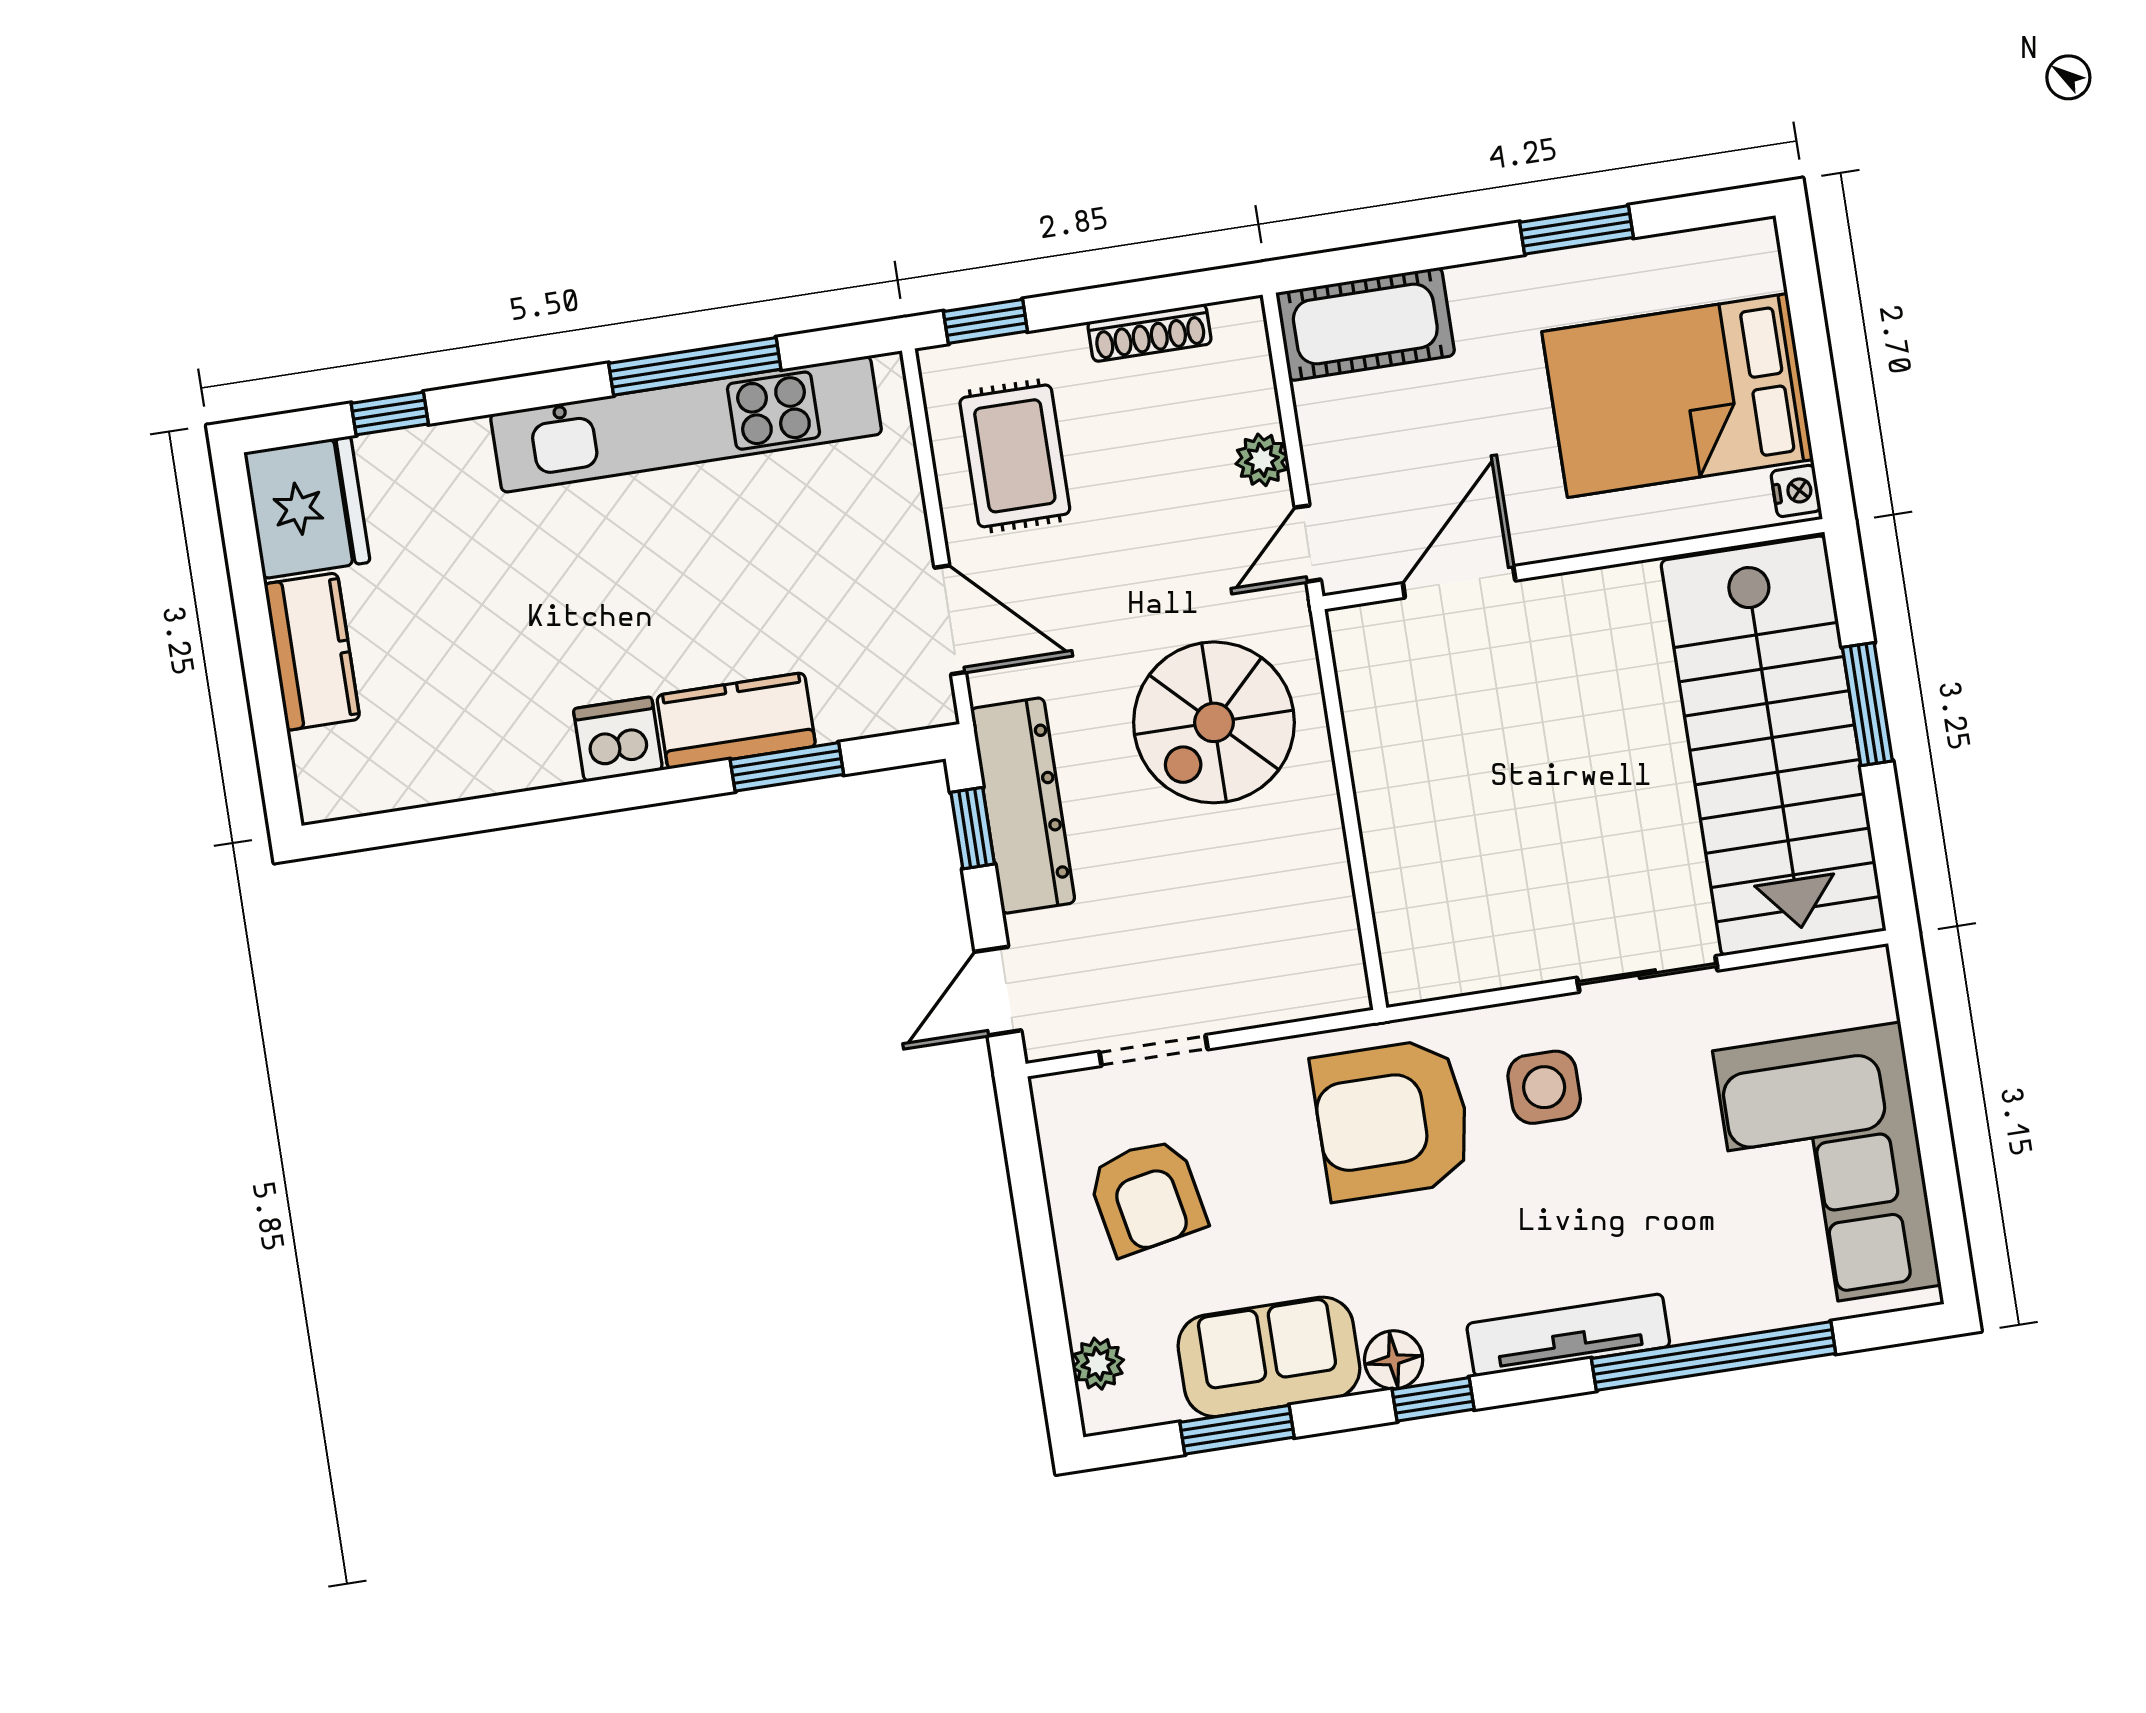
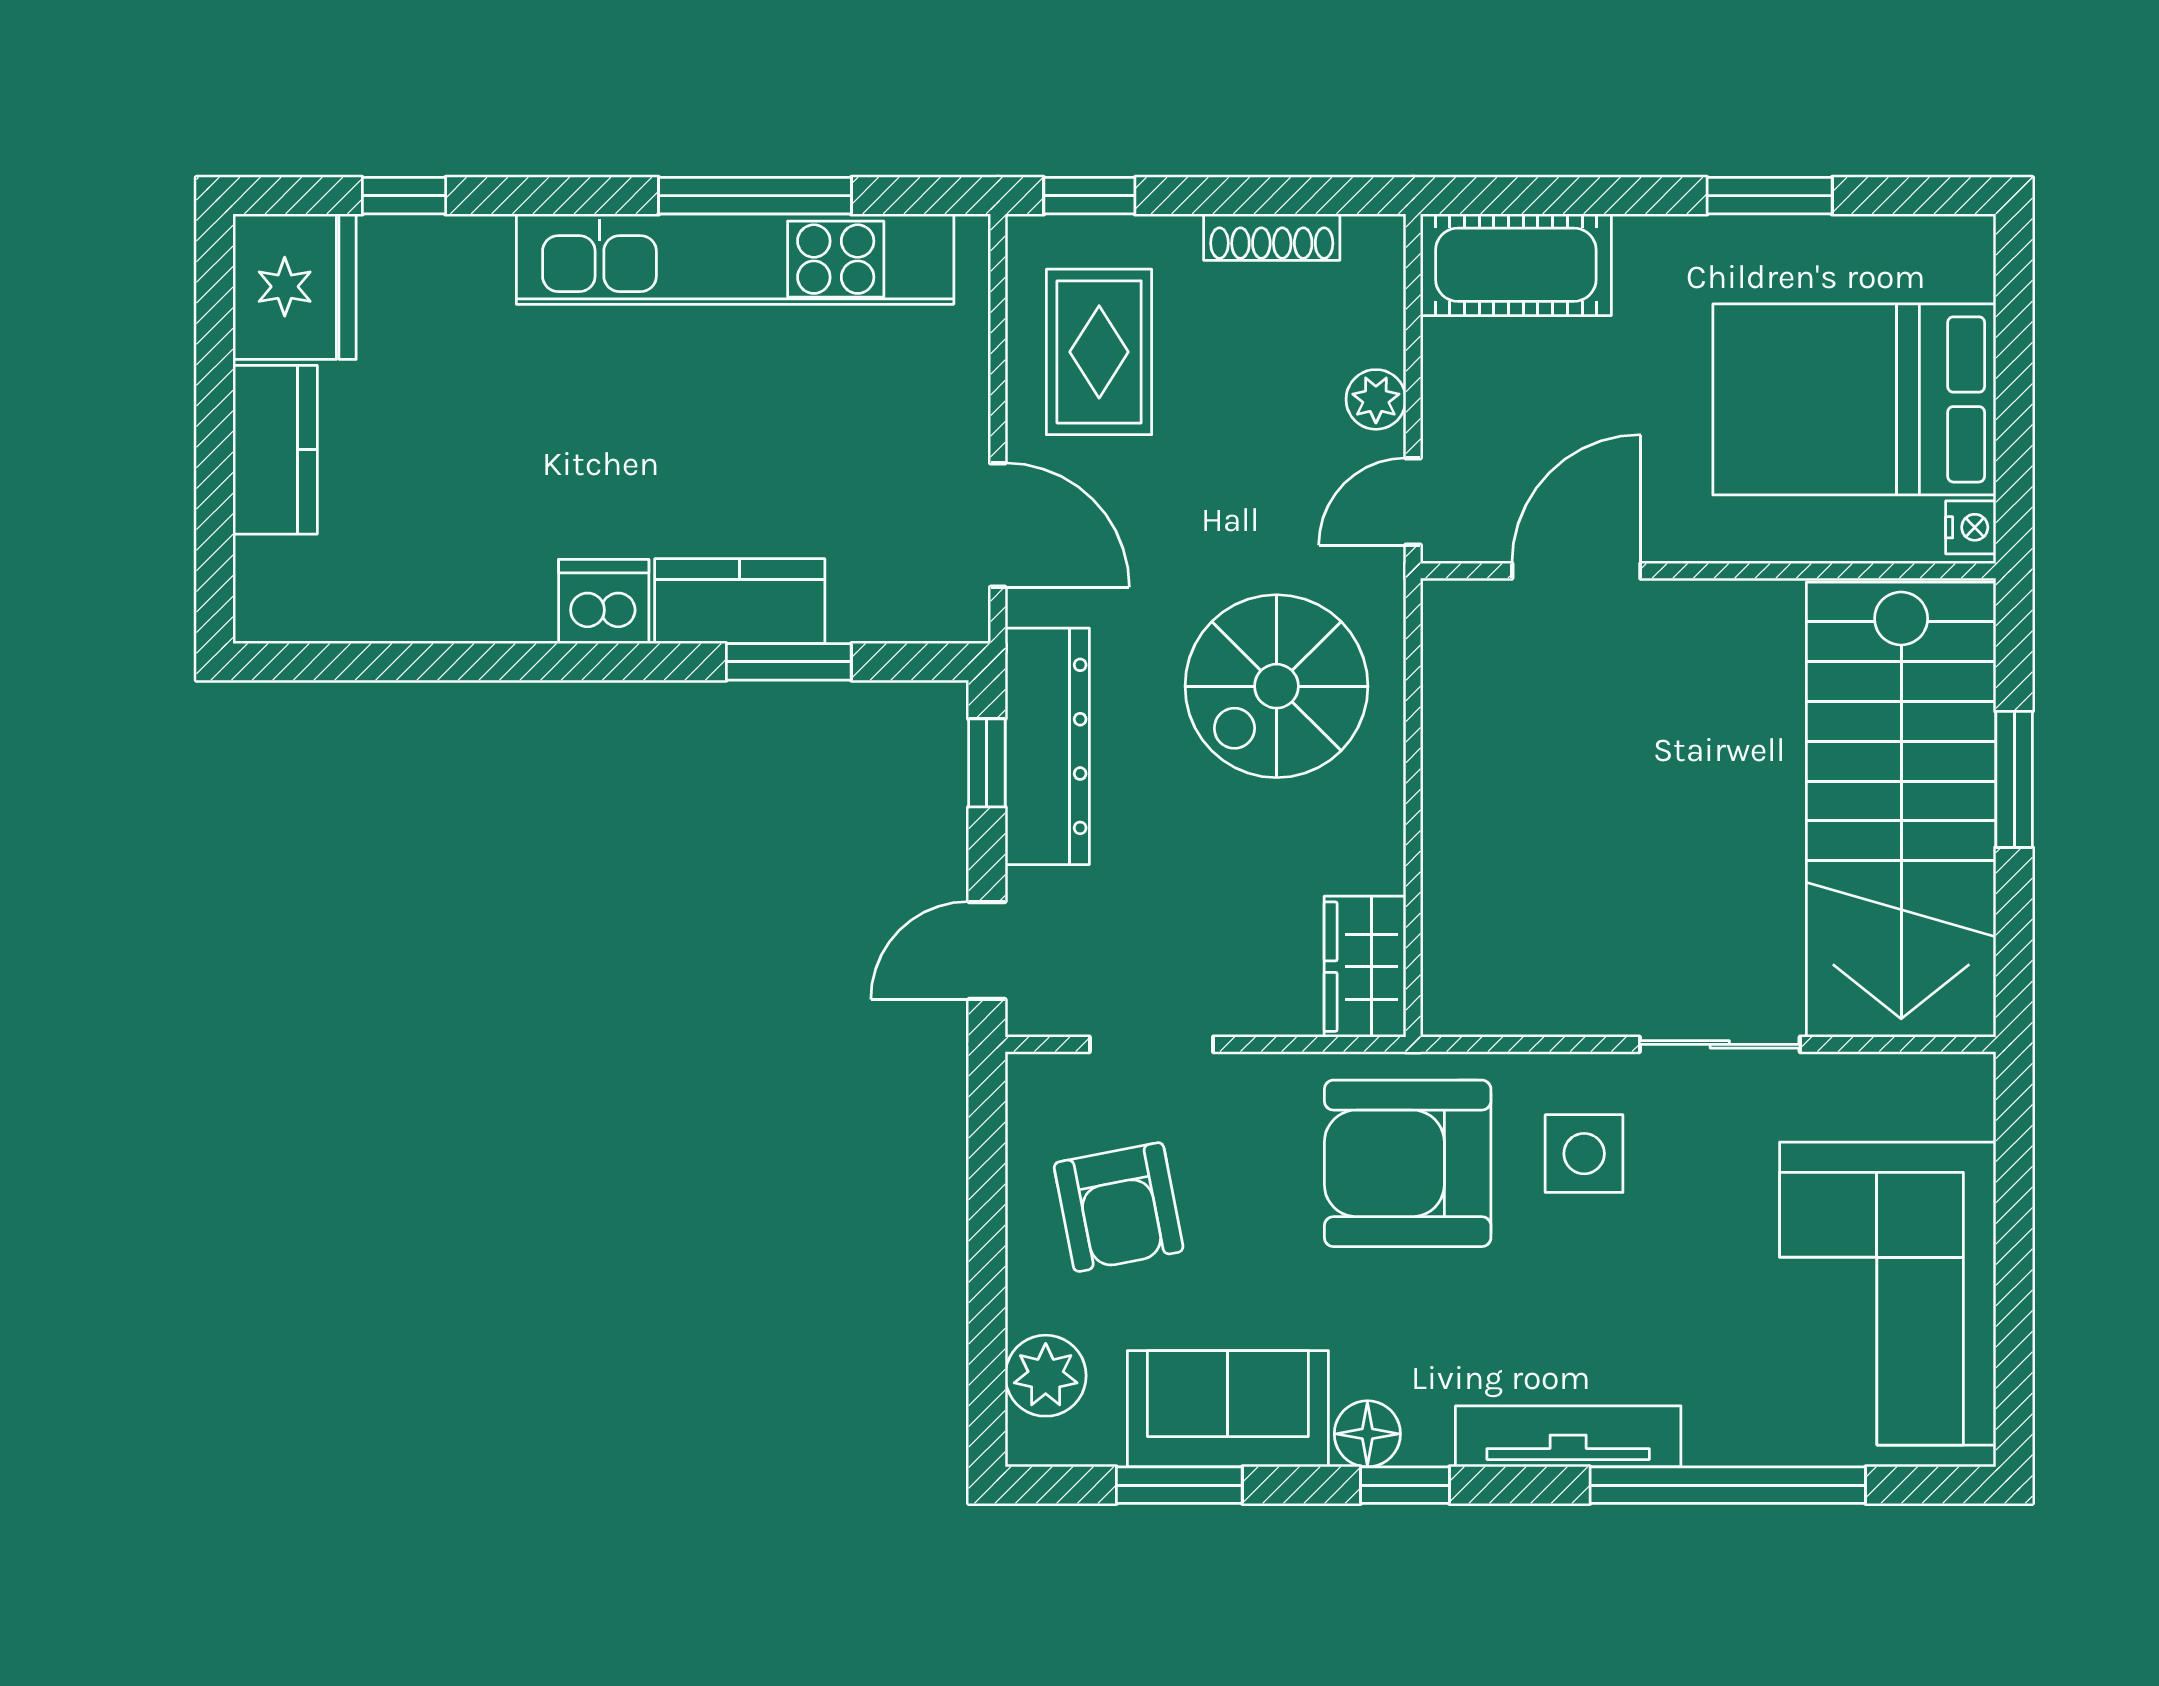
wardrobe: (1329, 954) -> (1365, 967), added
plant: (1098, 1364) -> (1046, 1376), width x1.38, depth x1.38

